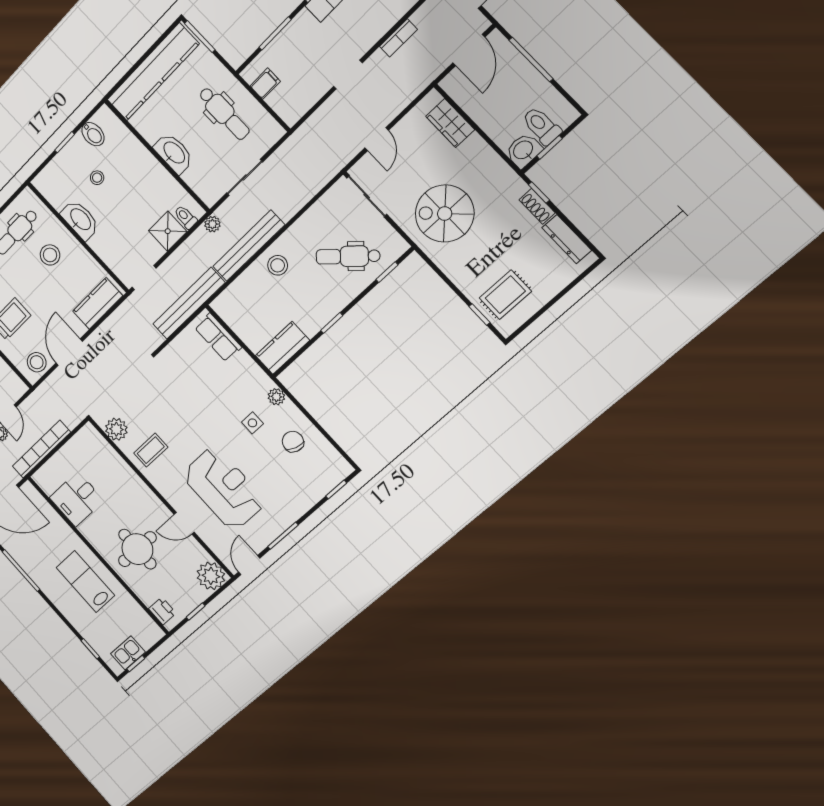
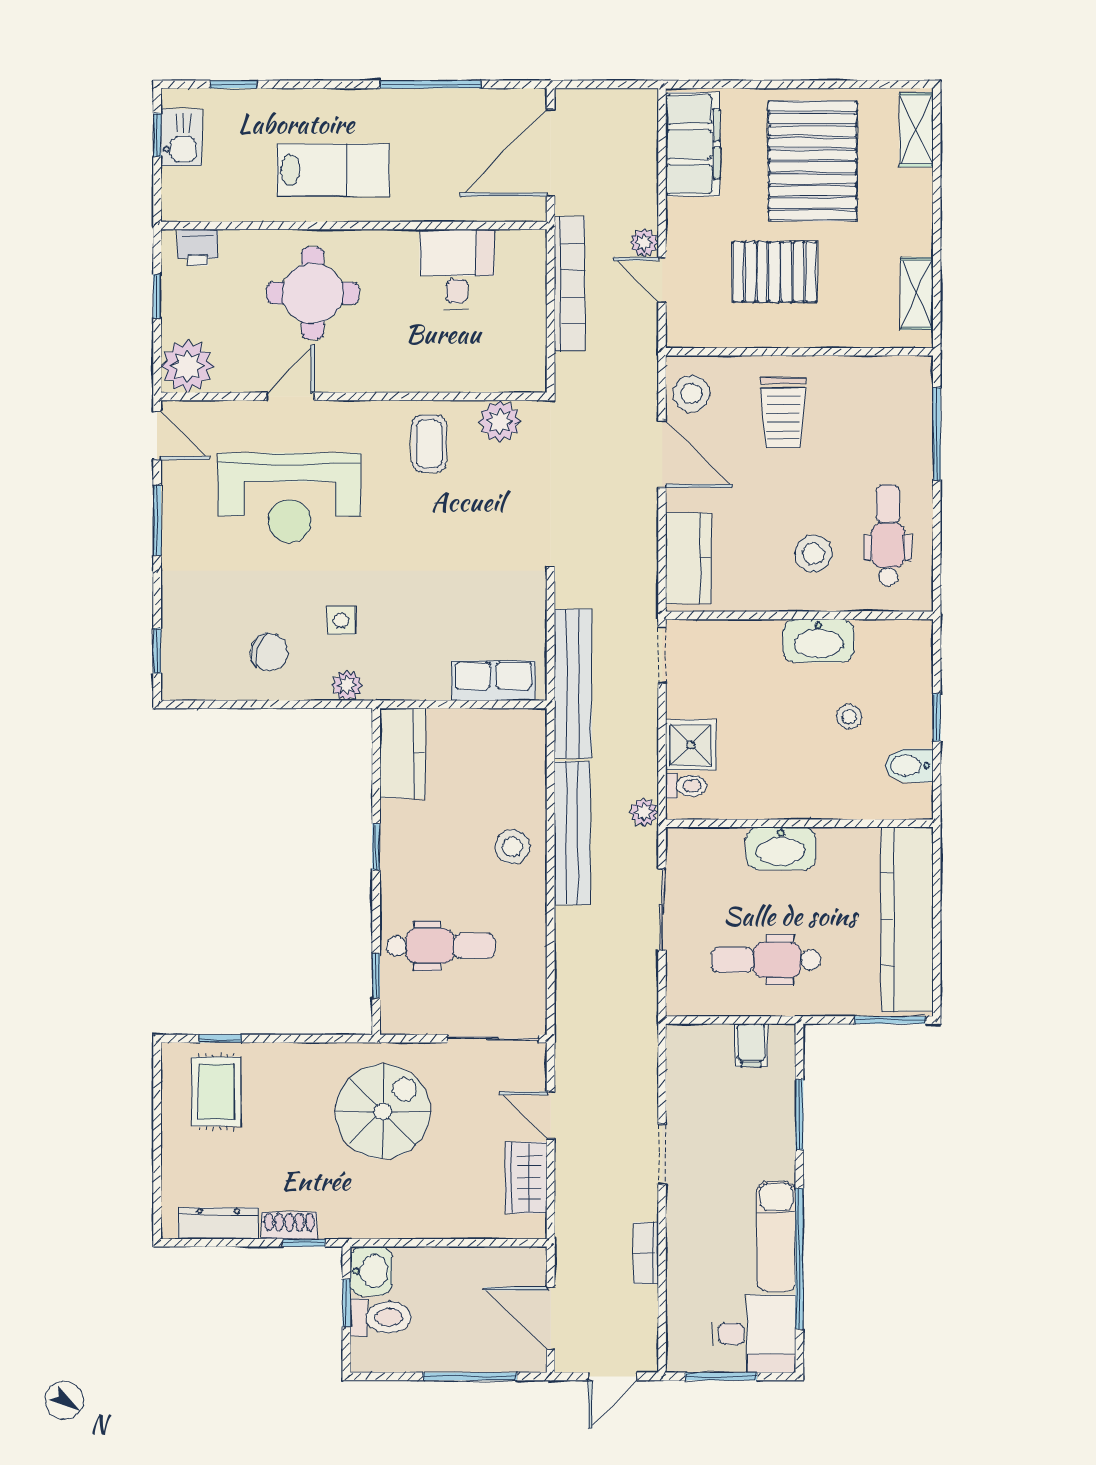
wardrobe: (450, 123) -> (526, 1178), moved, turned -90
dental chair: (348, 256) -> (441, 946), turned 48

